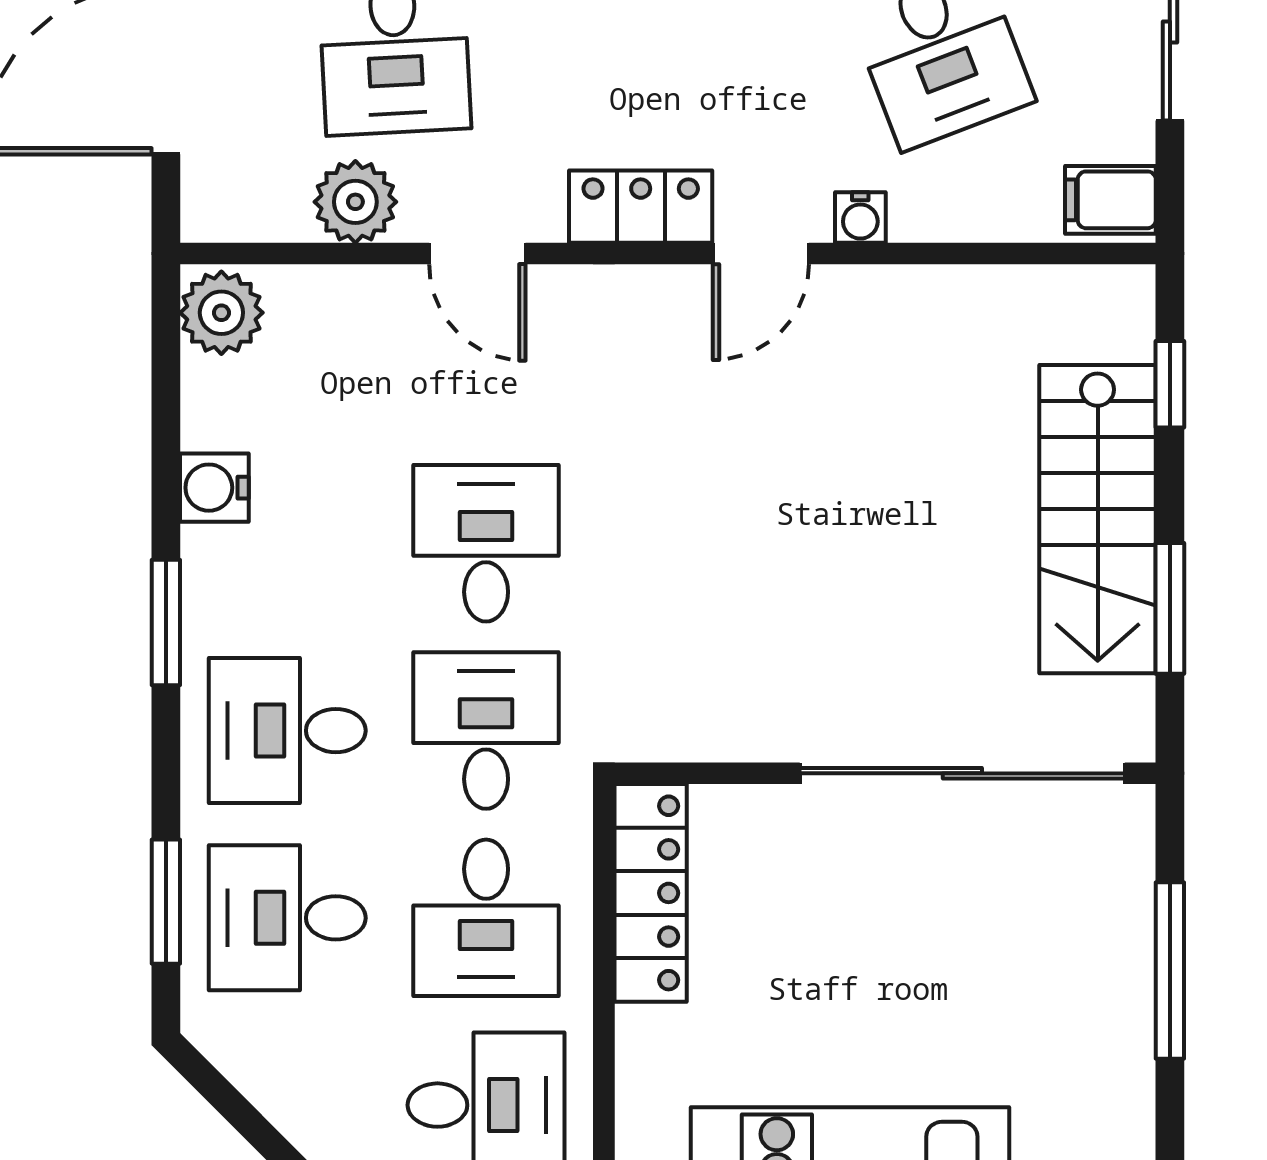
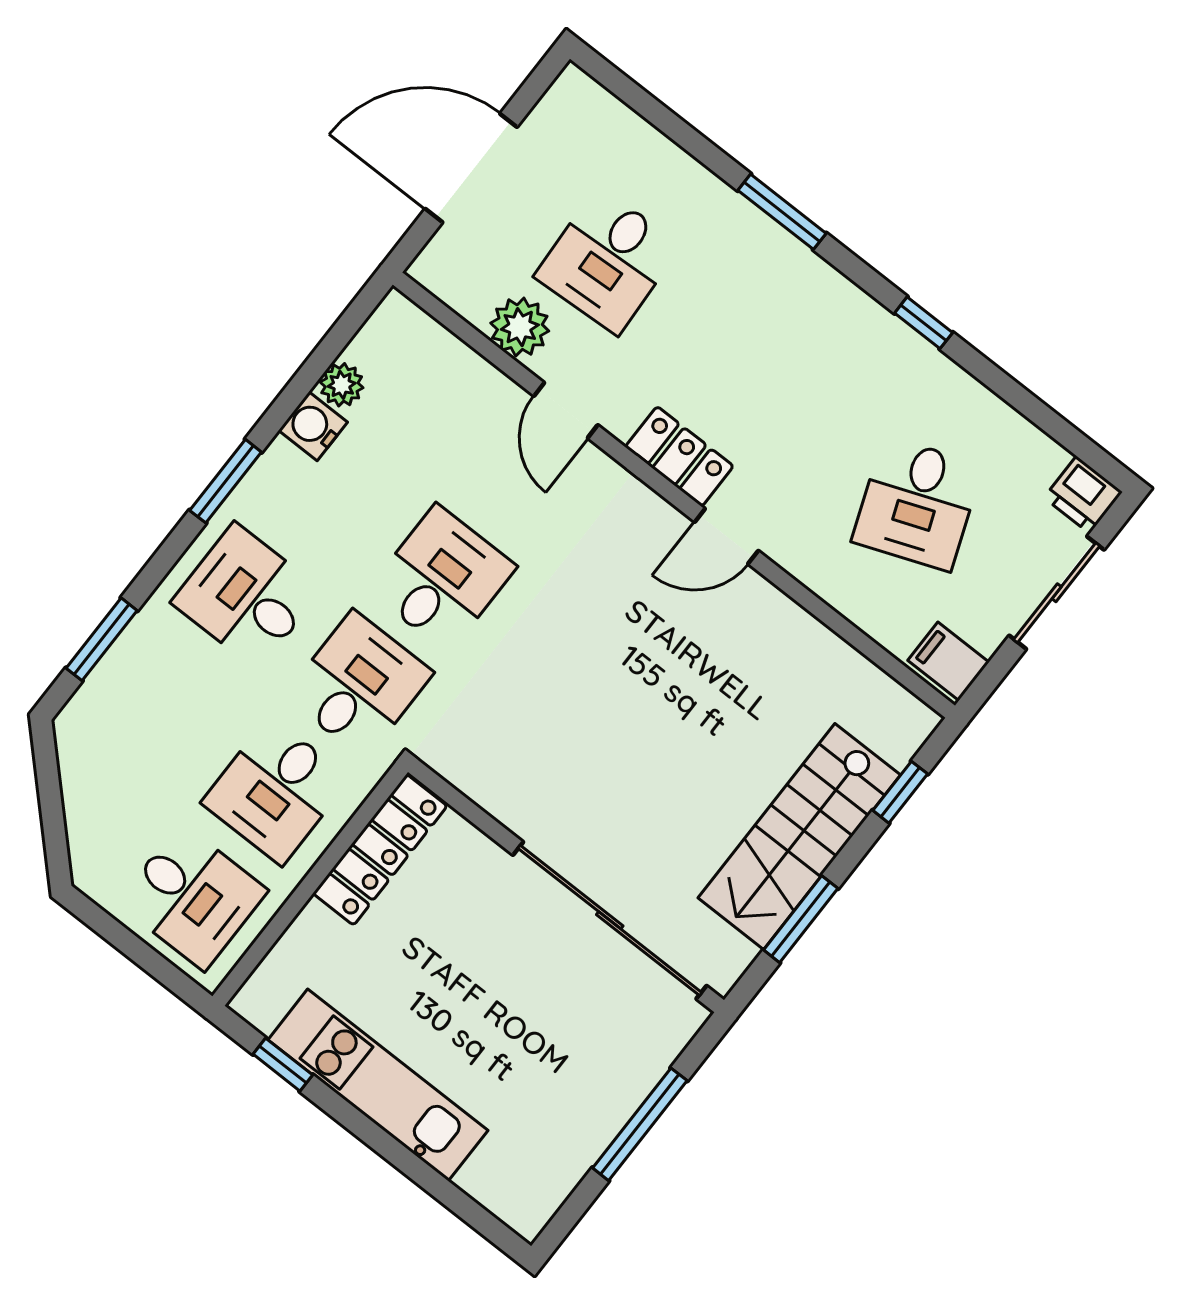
water cooler: (860, 217) -> (799, 560), removed
plant: (221, 313) -> (342, 385), moved, width x0.73, depth x0.73
desk: (287, 918) -> (163, 702), removed

